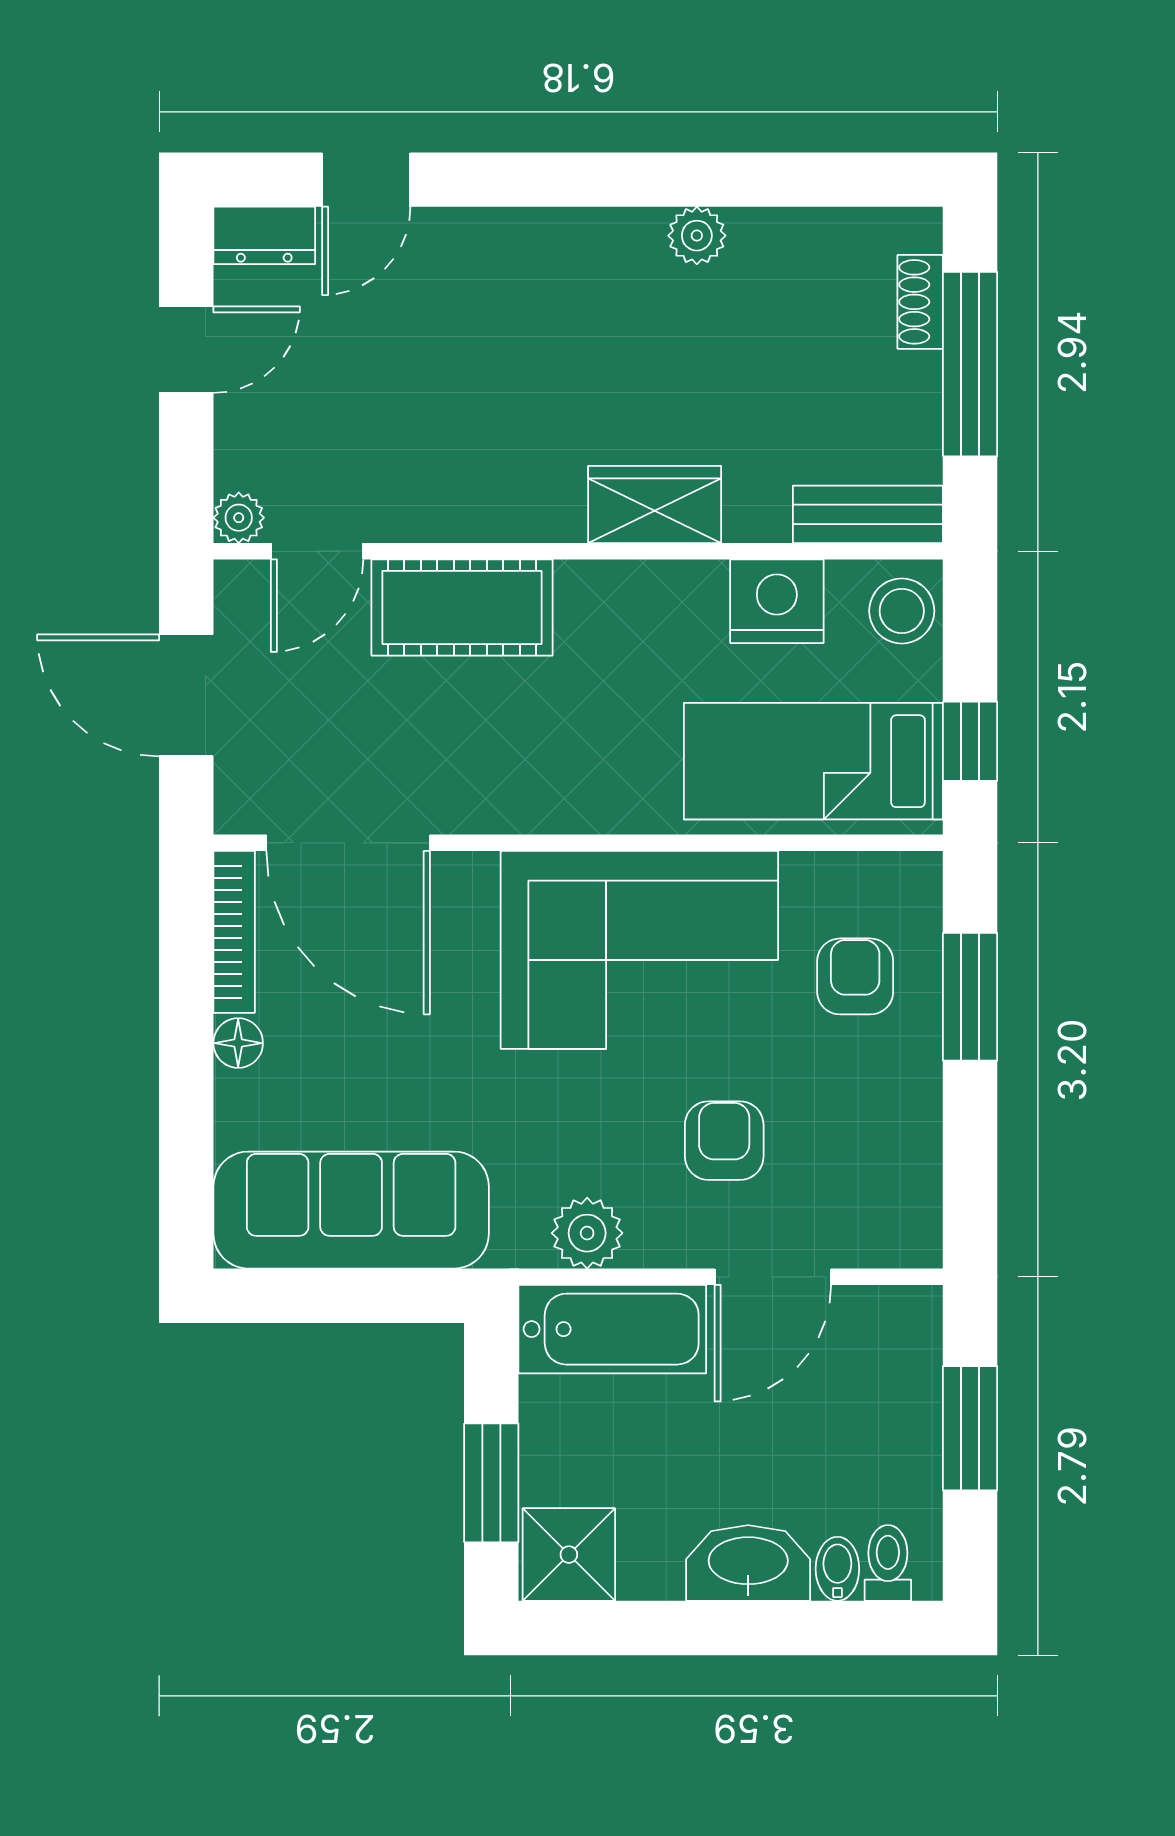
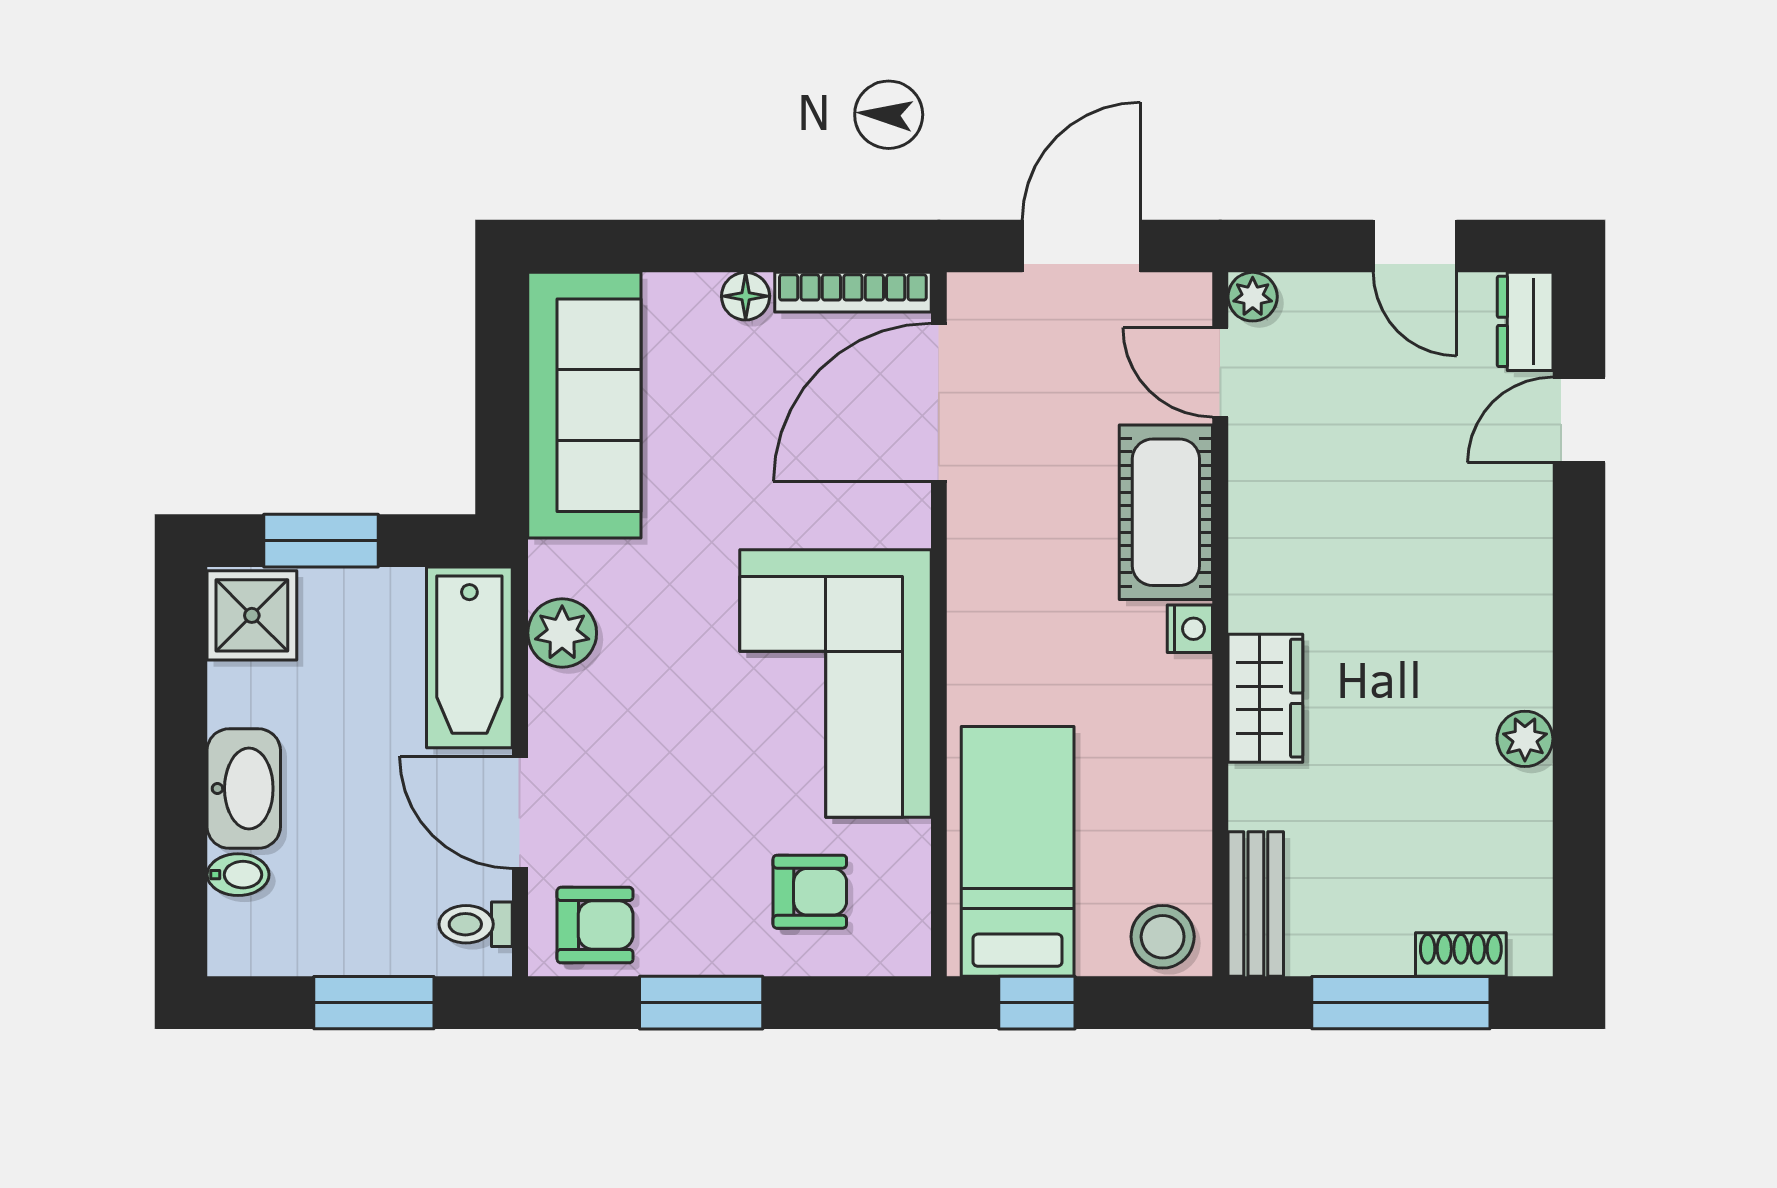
door: (366, 180) -> (1579, 420), hinge flipped
nightstand: (777, 601) -> (1190, 629), moved, width x0.53, depth x0.56
window: (970, 997) -> (701, 1003), moved
armchair: (724, 1141) -> (595, 925), moved
toilet: (888, 1563) -> (476, 924), moved, turned 180

